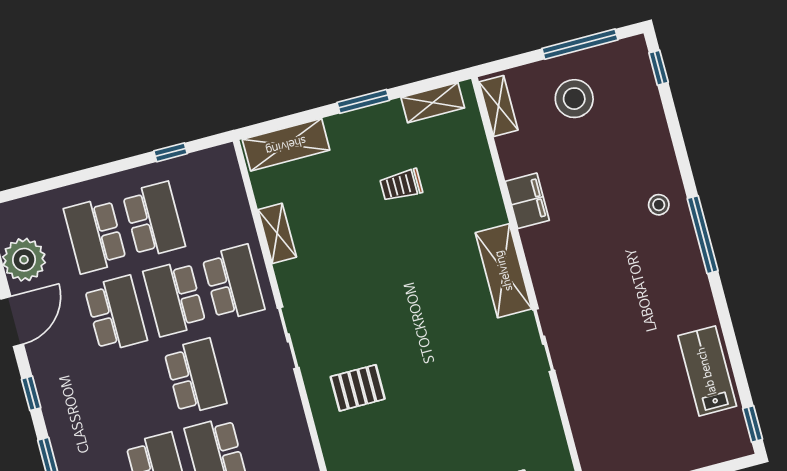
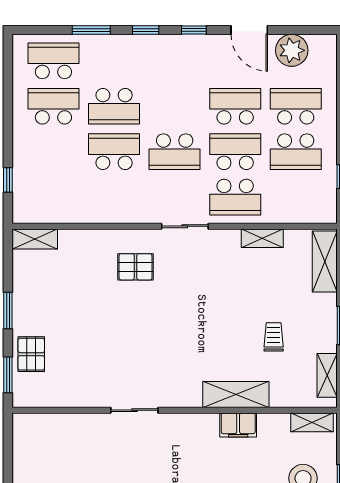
shelving: (504, 271) -> (236, 394), moved
school desk: (116, 314) -> (235, 106), turned 180
pallet: (358, 388) -> (136, 267), turned 90

